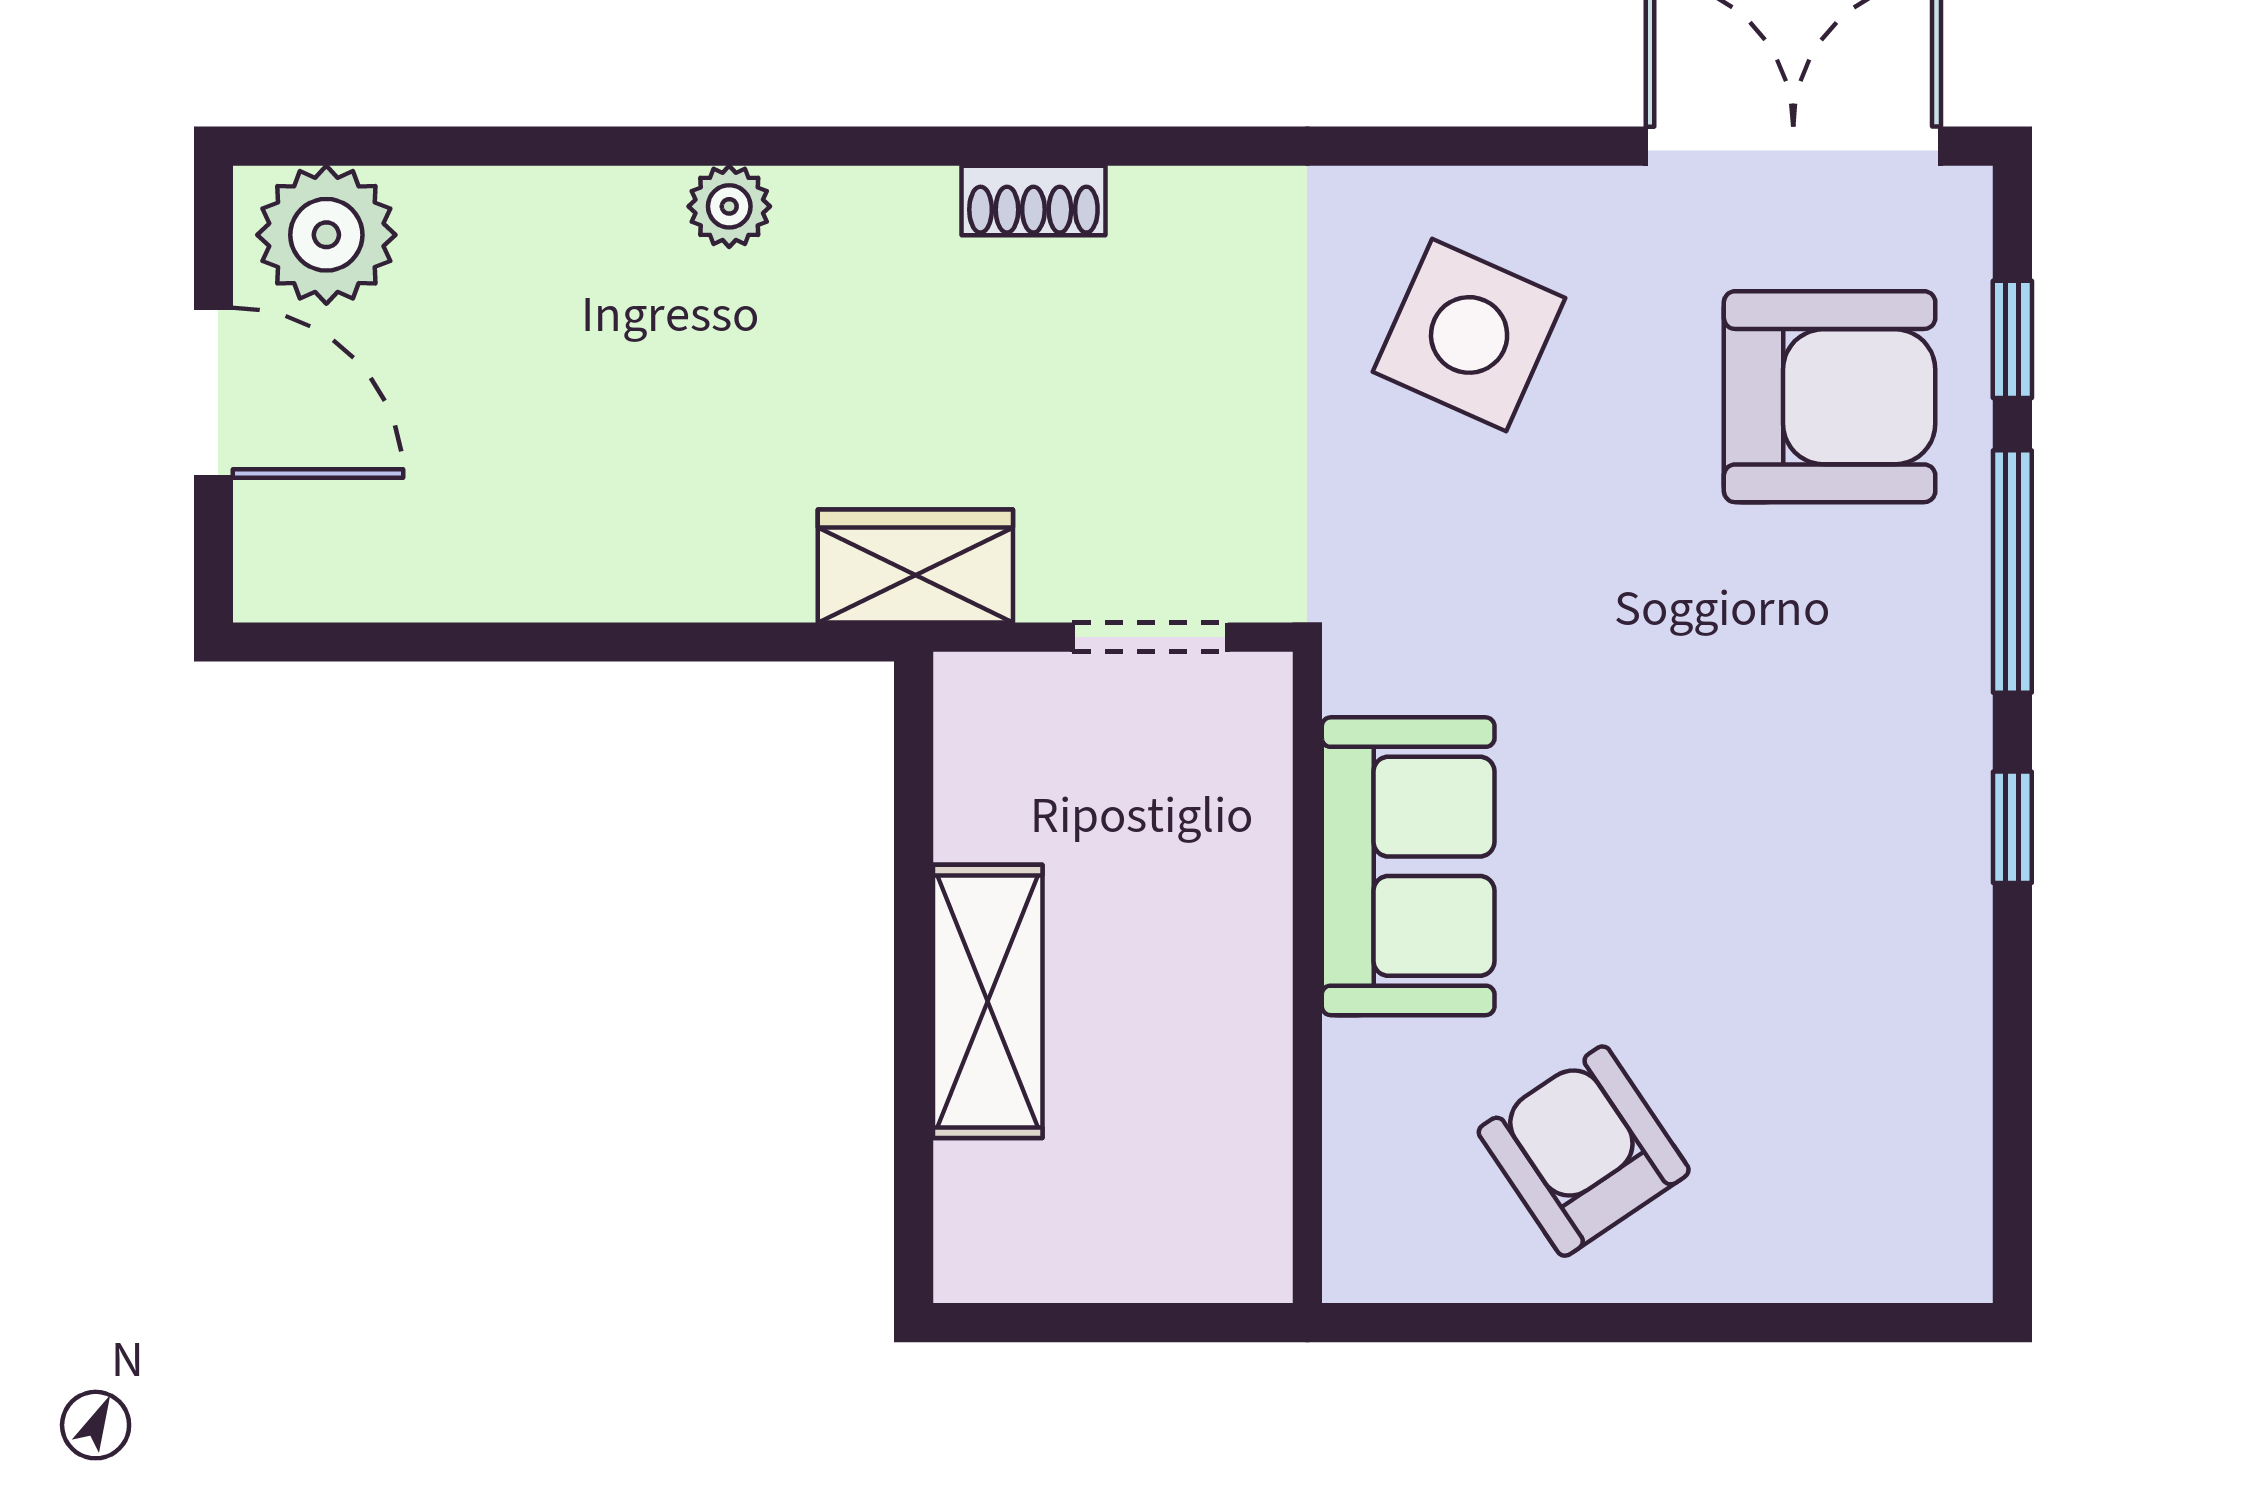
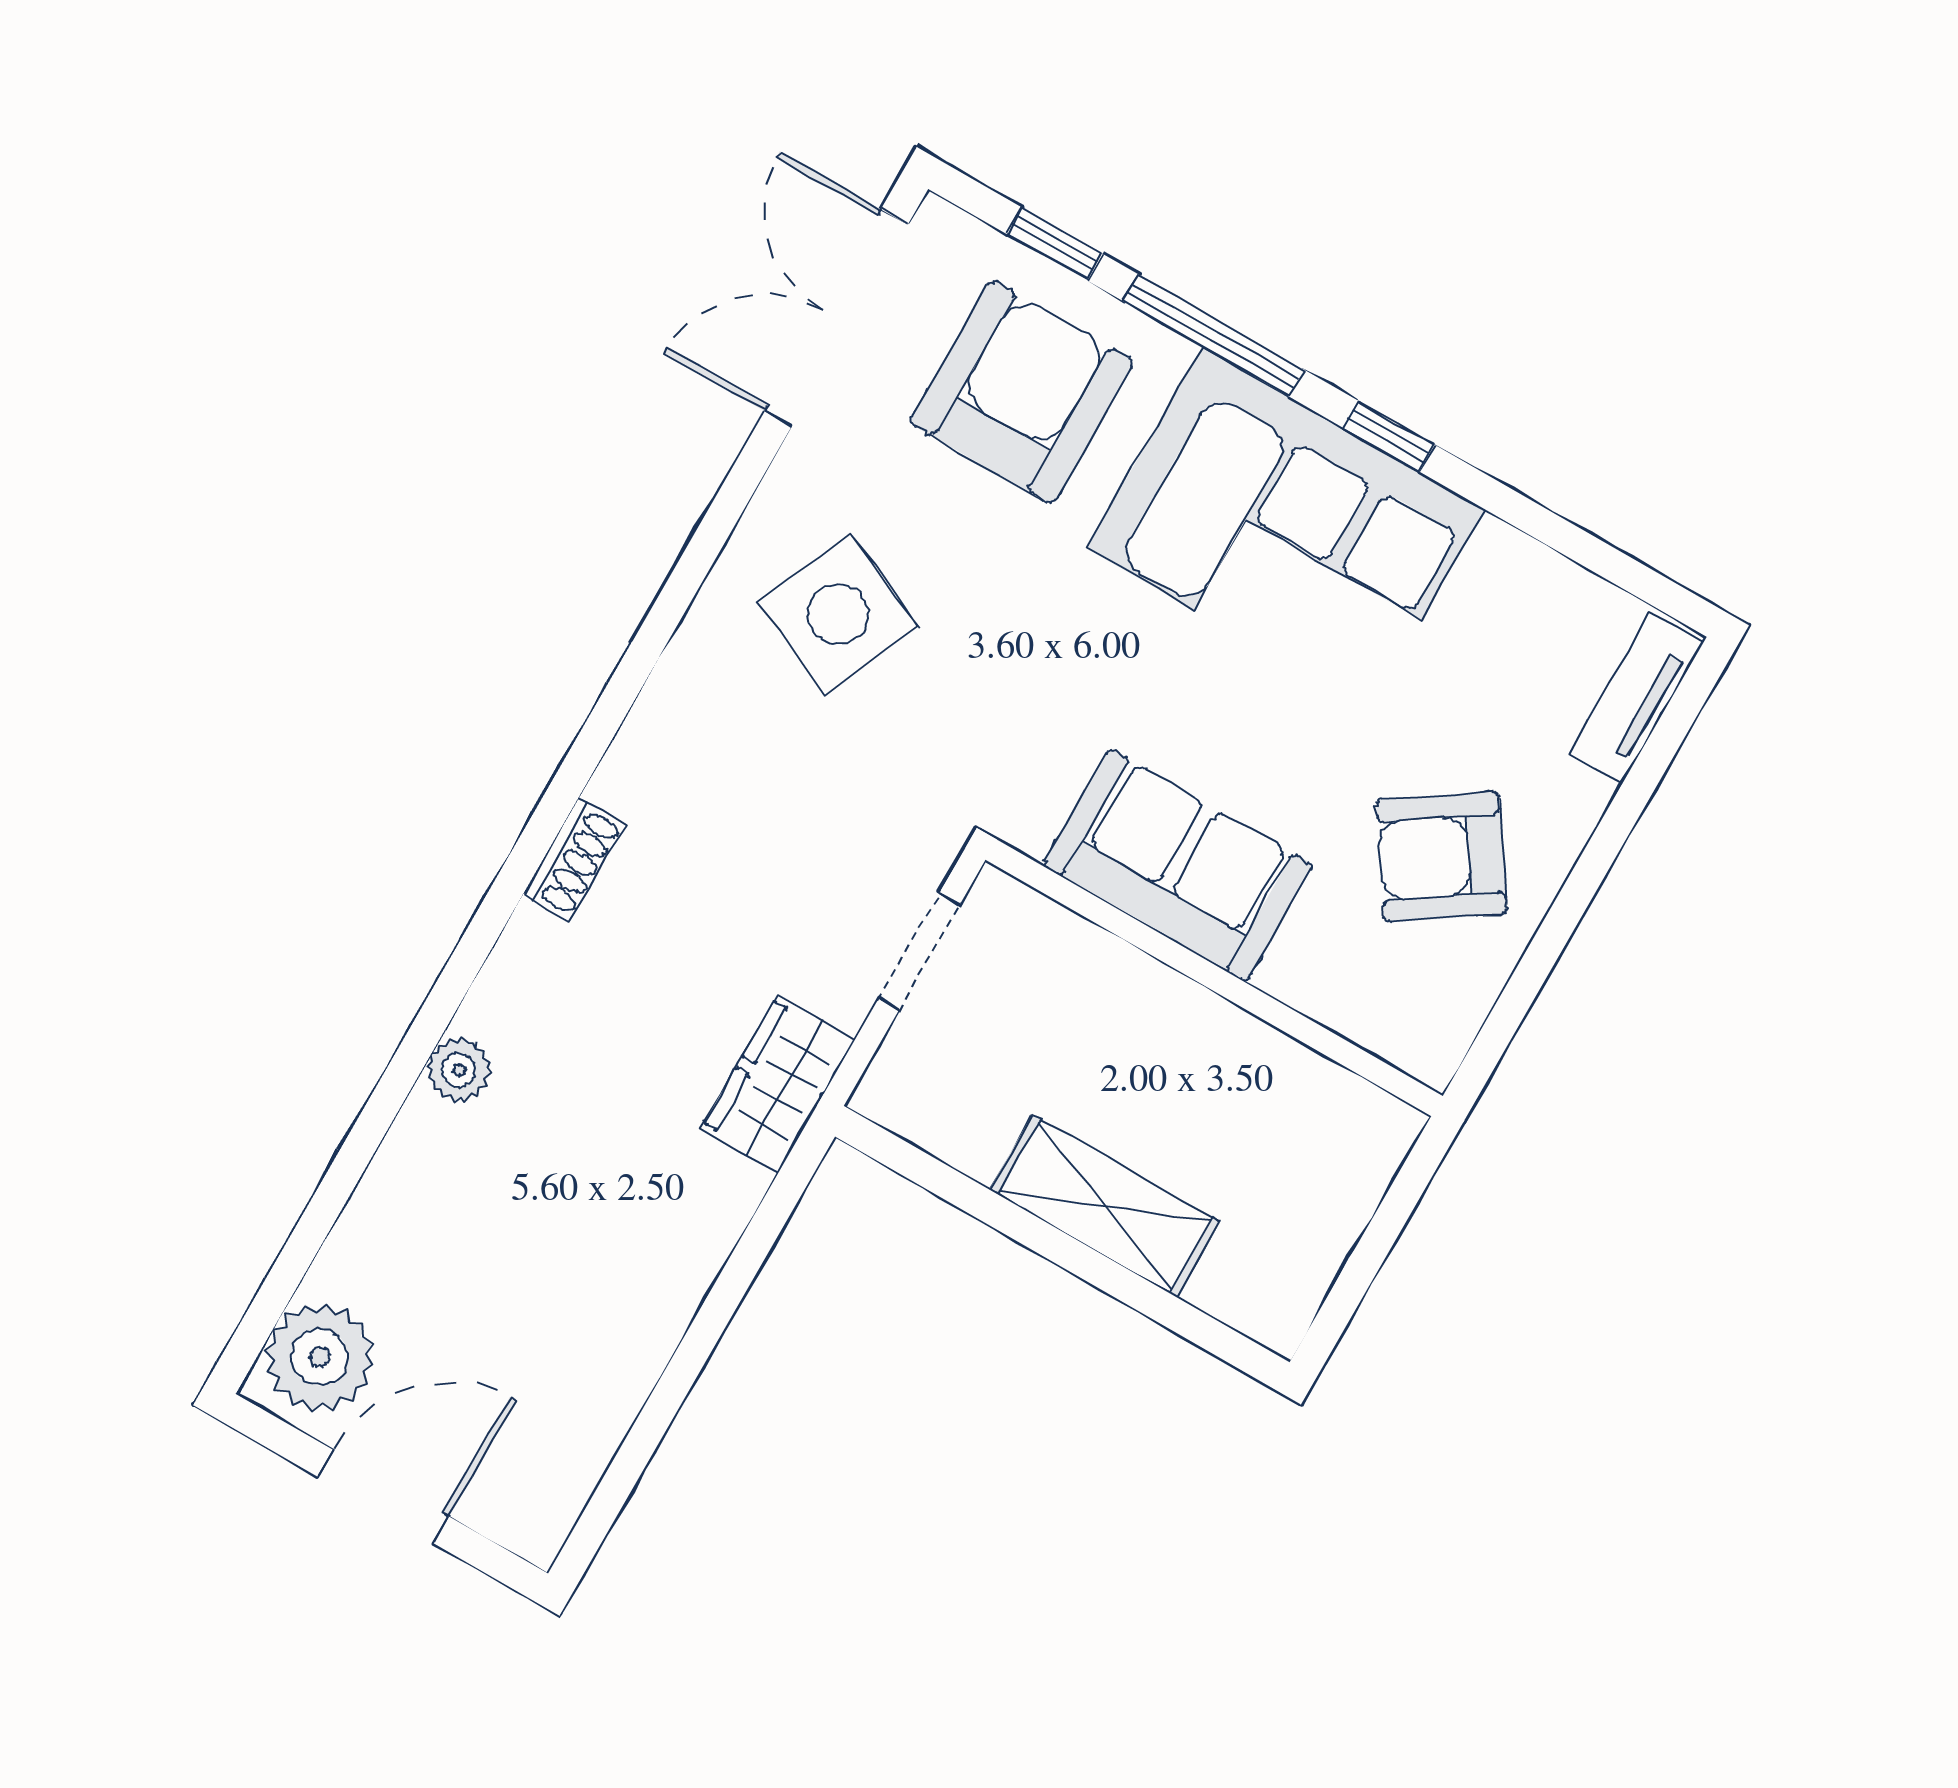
corner sofa: (1846, 773) -> (1286, 529), added
tv unit: (1880, 1264) -> (1636, 698), added

